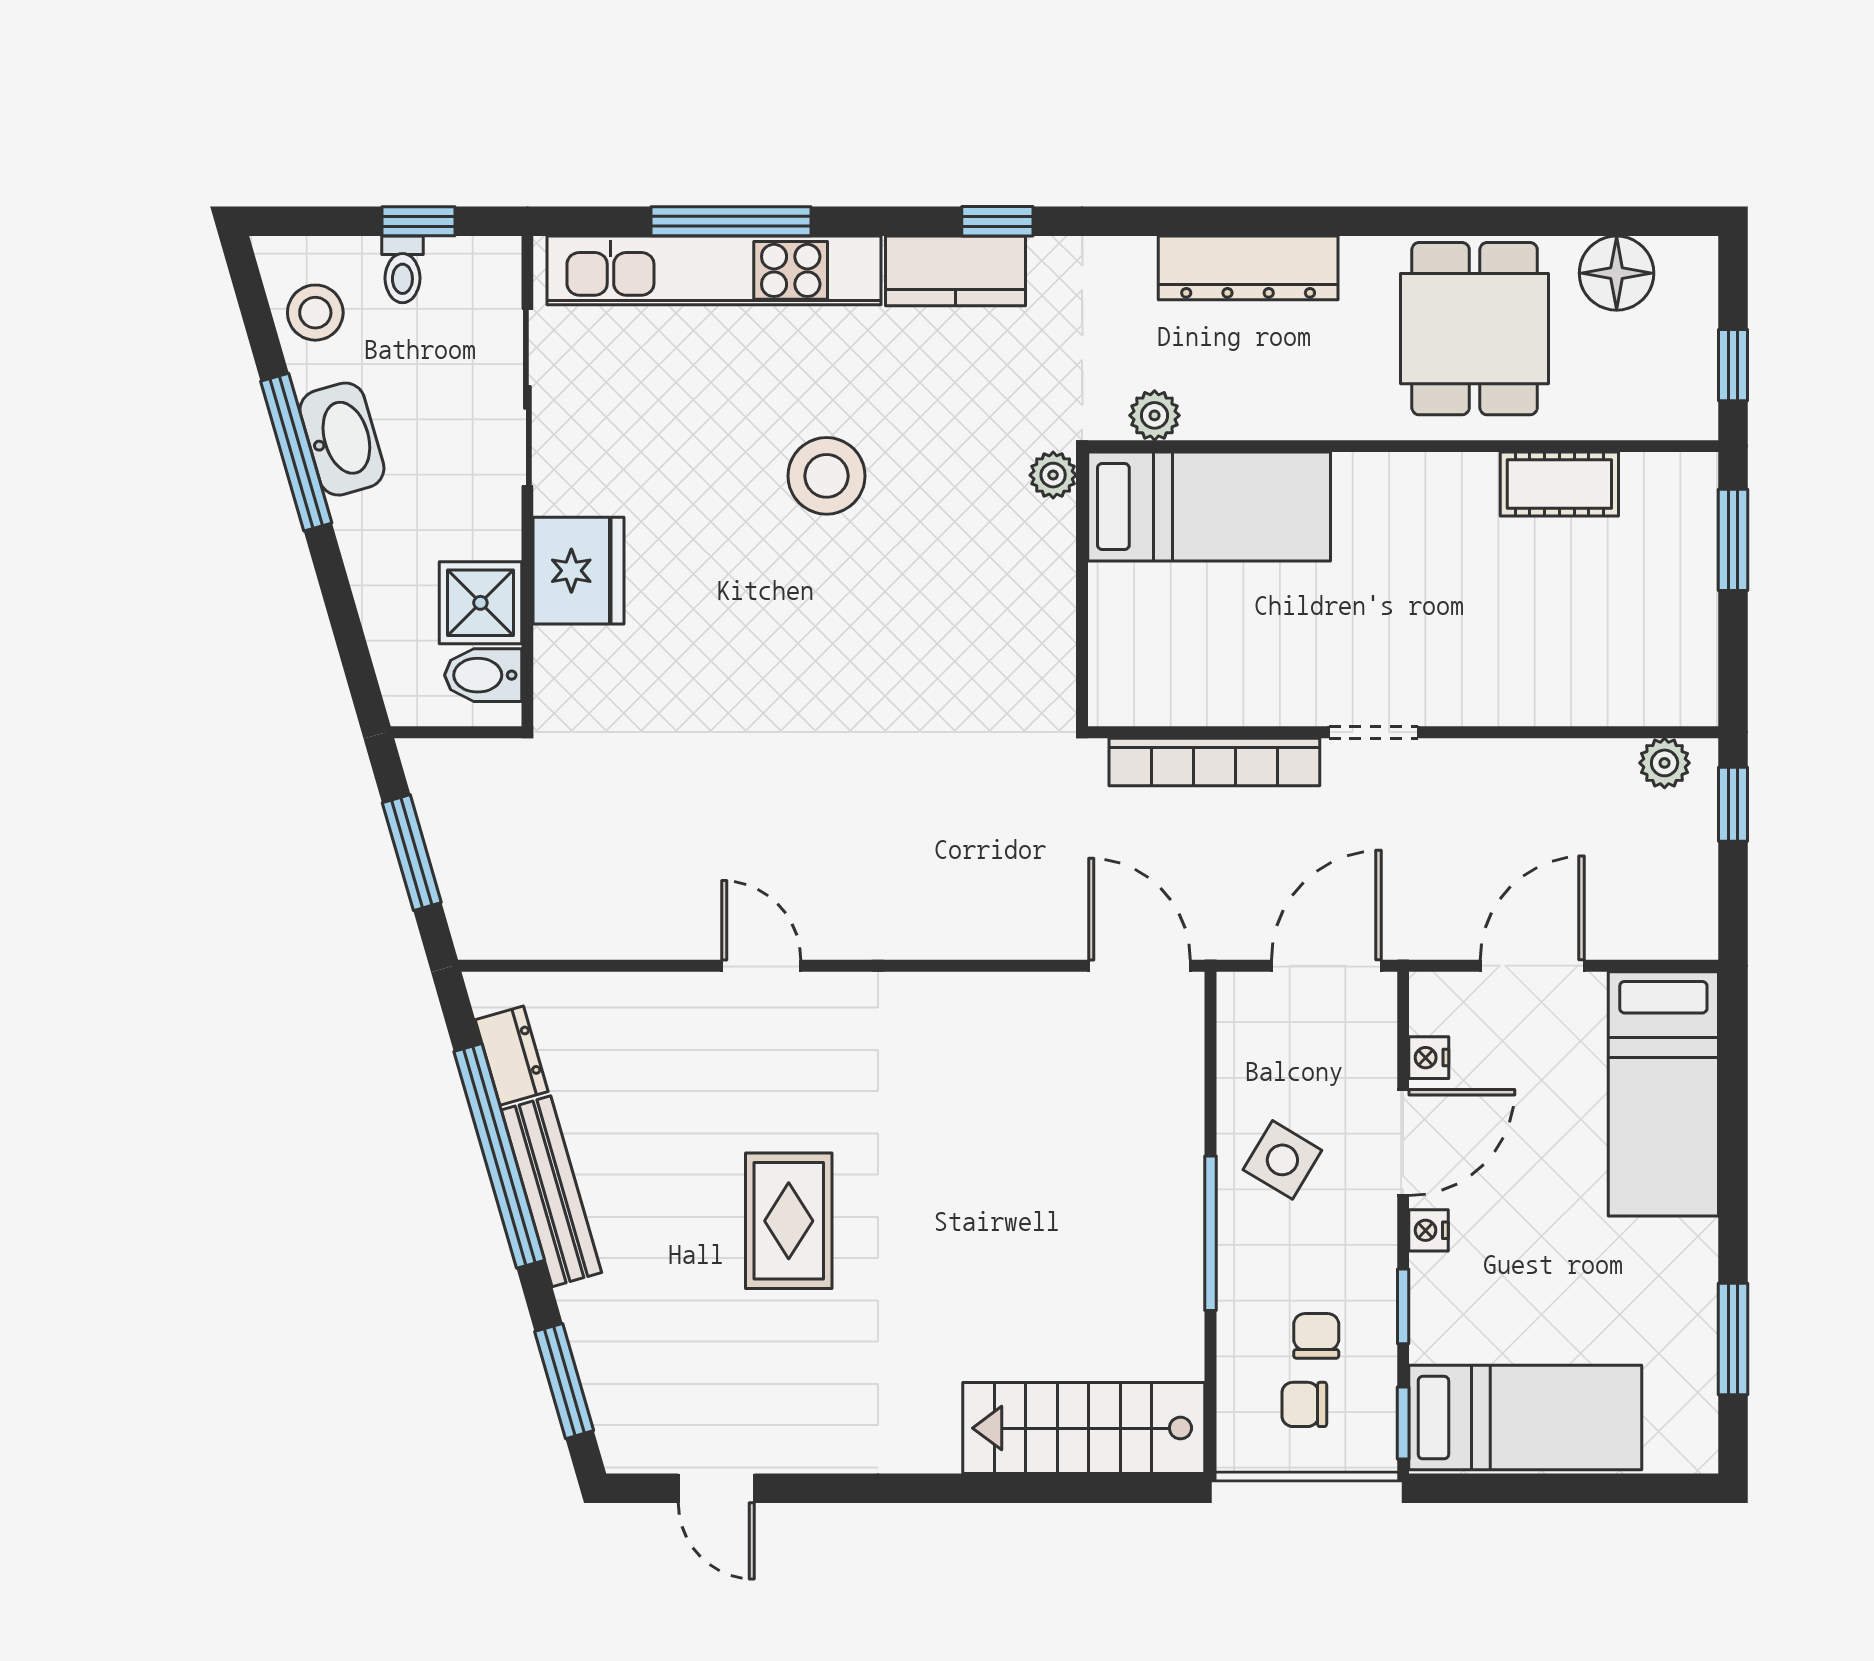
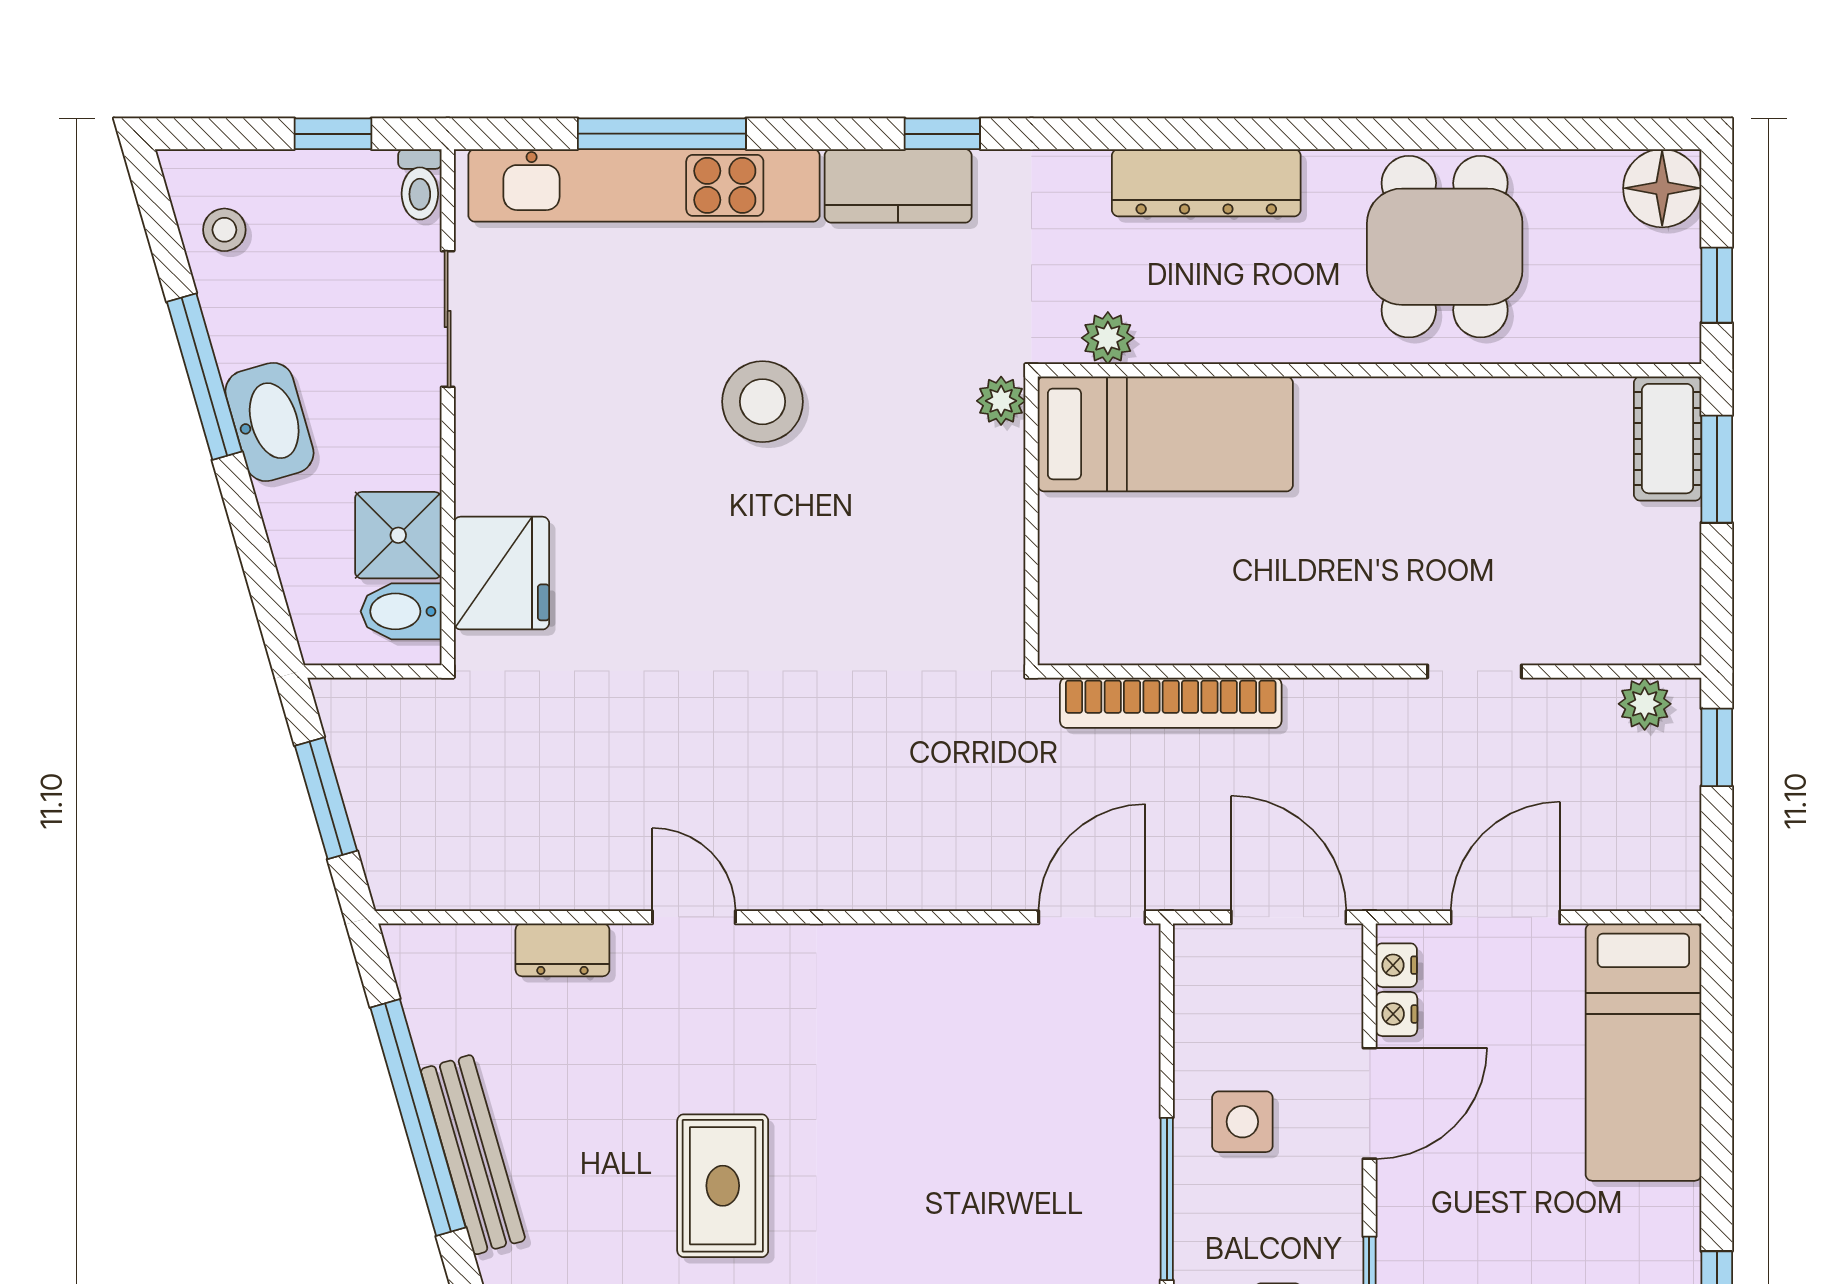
toilet: (402, 269) -> (420, 184), moved
floor lamp: (1617, 273) -> (1662, 188), moved
stool: (315, 313) -> (224, 230), width x0.73, depth x0.73
sliding door: (527, 397) -> (448, 319), width x0.73
washbasin: (342, 439) -> (269, 422), moved
cot: (1559, 484) -> (1668, 439), moved, turned 90
fridge: (579, 571) -> (502, 573), moved
doorway: (1374, 732) -> (1475, 671), moved
door: (1140, 966) -> (1092, 917), hinge flipped
door: (1326, 966) -> (1289, 917), hinge flipped
dresser: (512, 1056) -> (562, 950), moved, turned 106
side table: (1282, 1160) -> (1242, 1122), turned -31
nightstand: (1429, 1230) -> (1396, 965), moved

